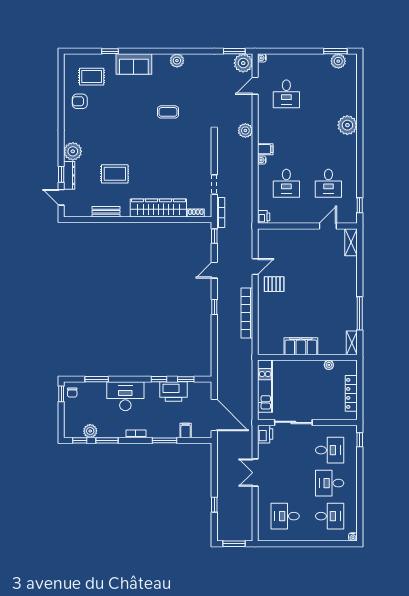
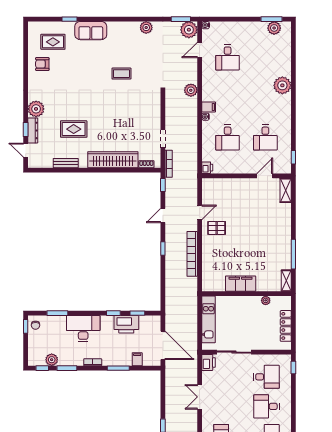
plant: (177, 61) -> (146, 28), moved

